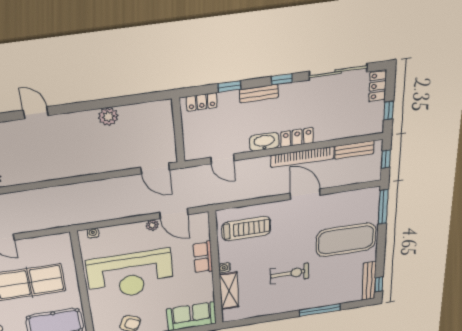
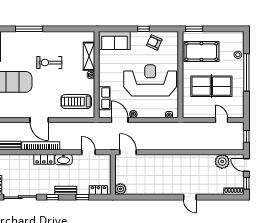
plant: (108, 117) -> (120, 189), moved
row of seats: (203, 257) -> (104, 98), moved

